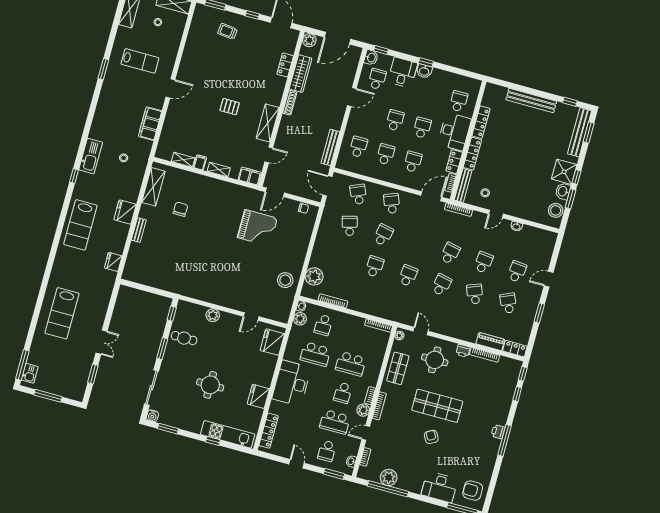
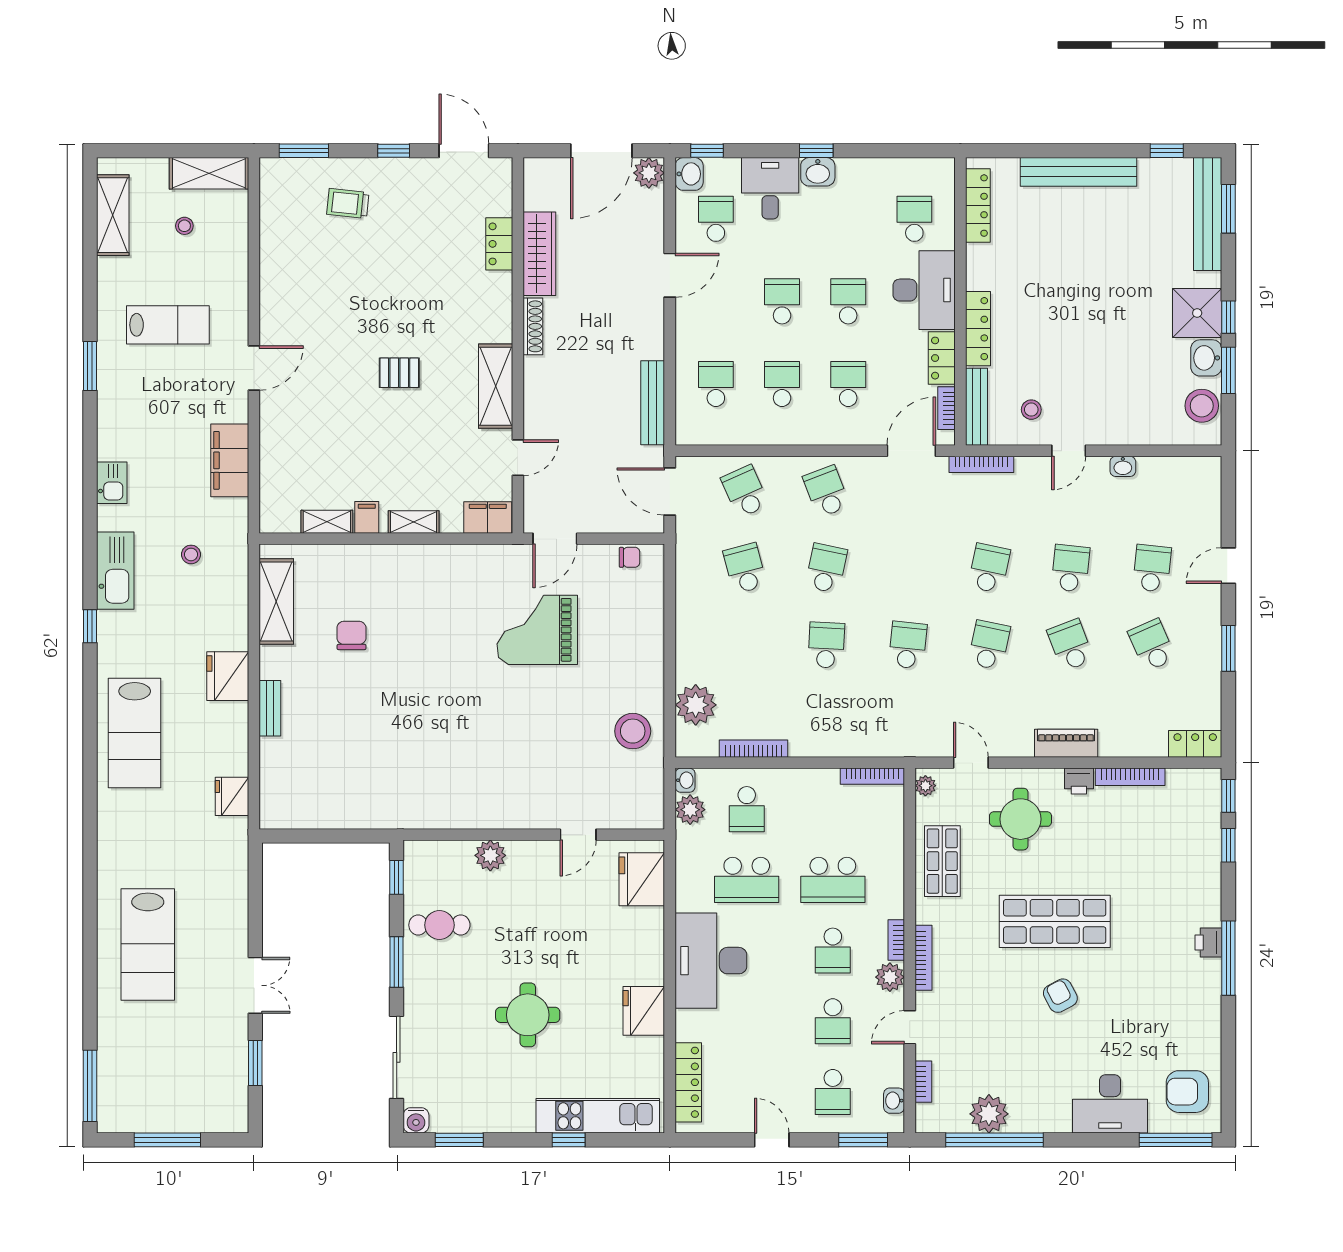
plant: (309, 40) -> (649, 173), moved
locker: (481, 122) -> (978, 206), moved
grand piano: (257, 228) -> (537, 630), turned 180
piano: (490, 342) -> (1066, 743), moved
kitchen sink: (30, 373) -> (112, 483), moved
school desk: (335, 422) -> (833, 1021), width x0.54

